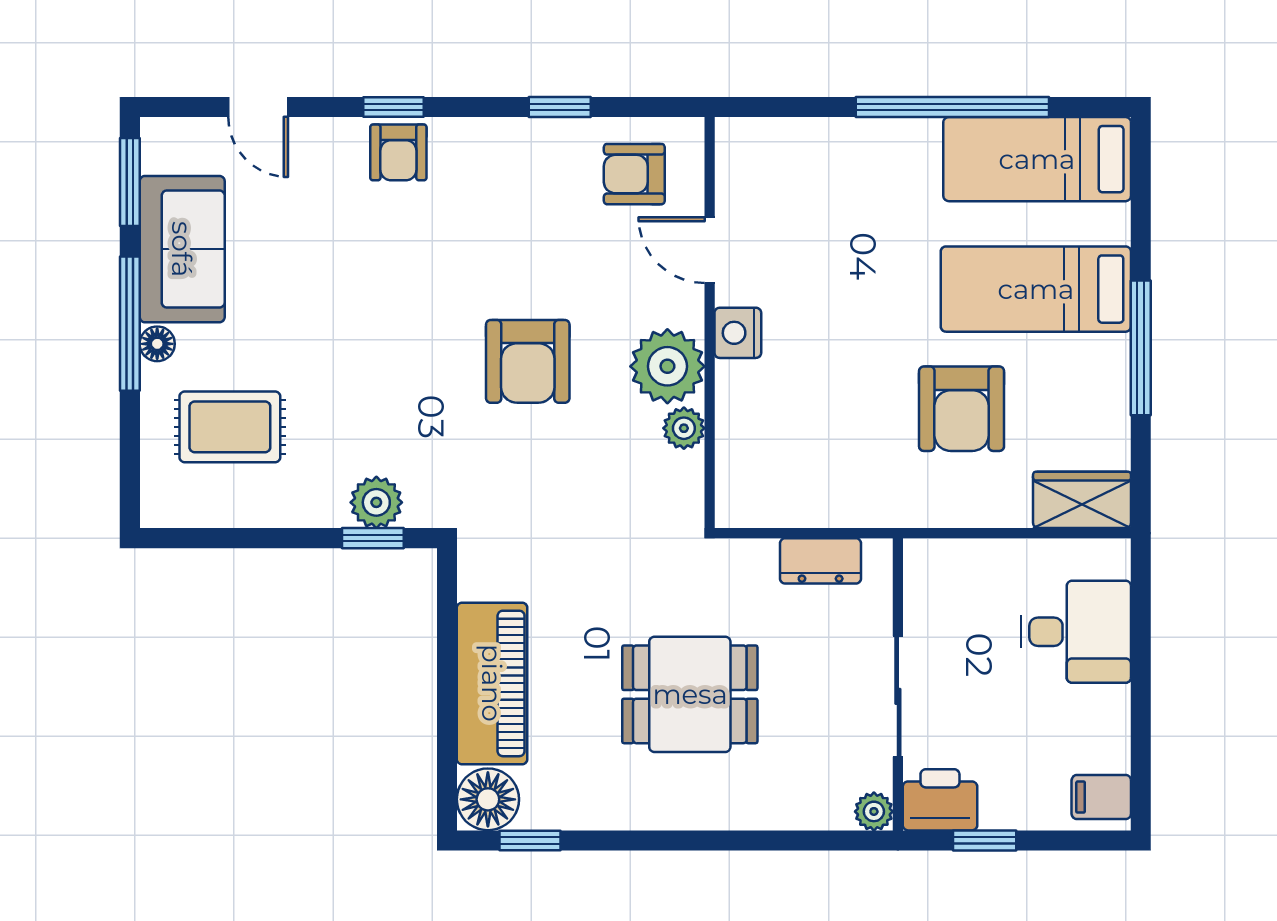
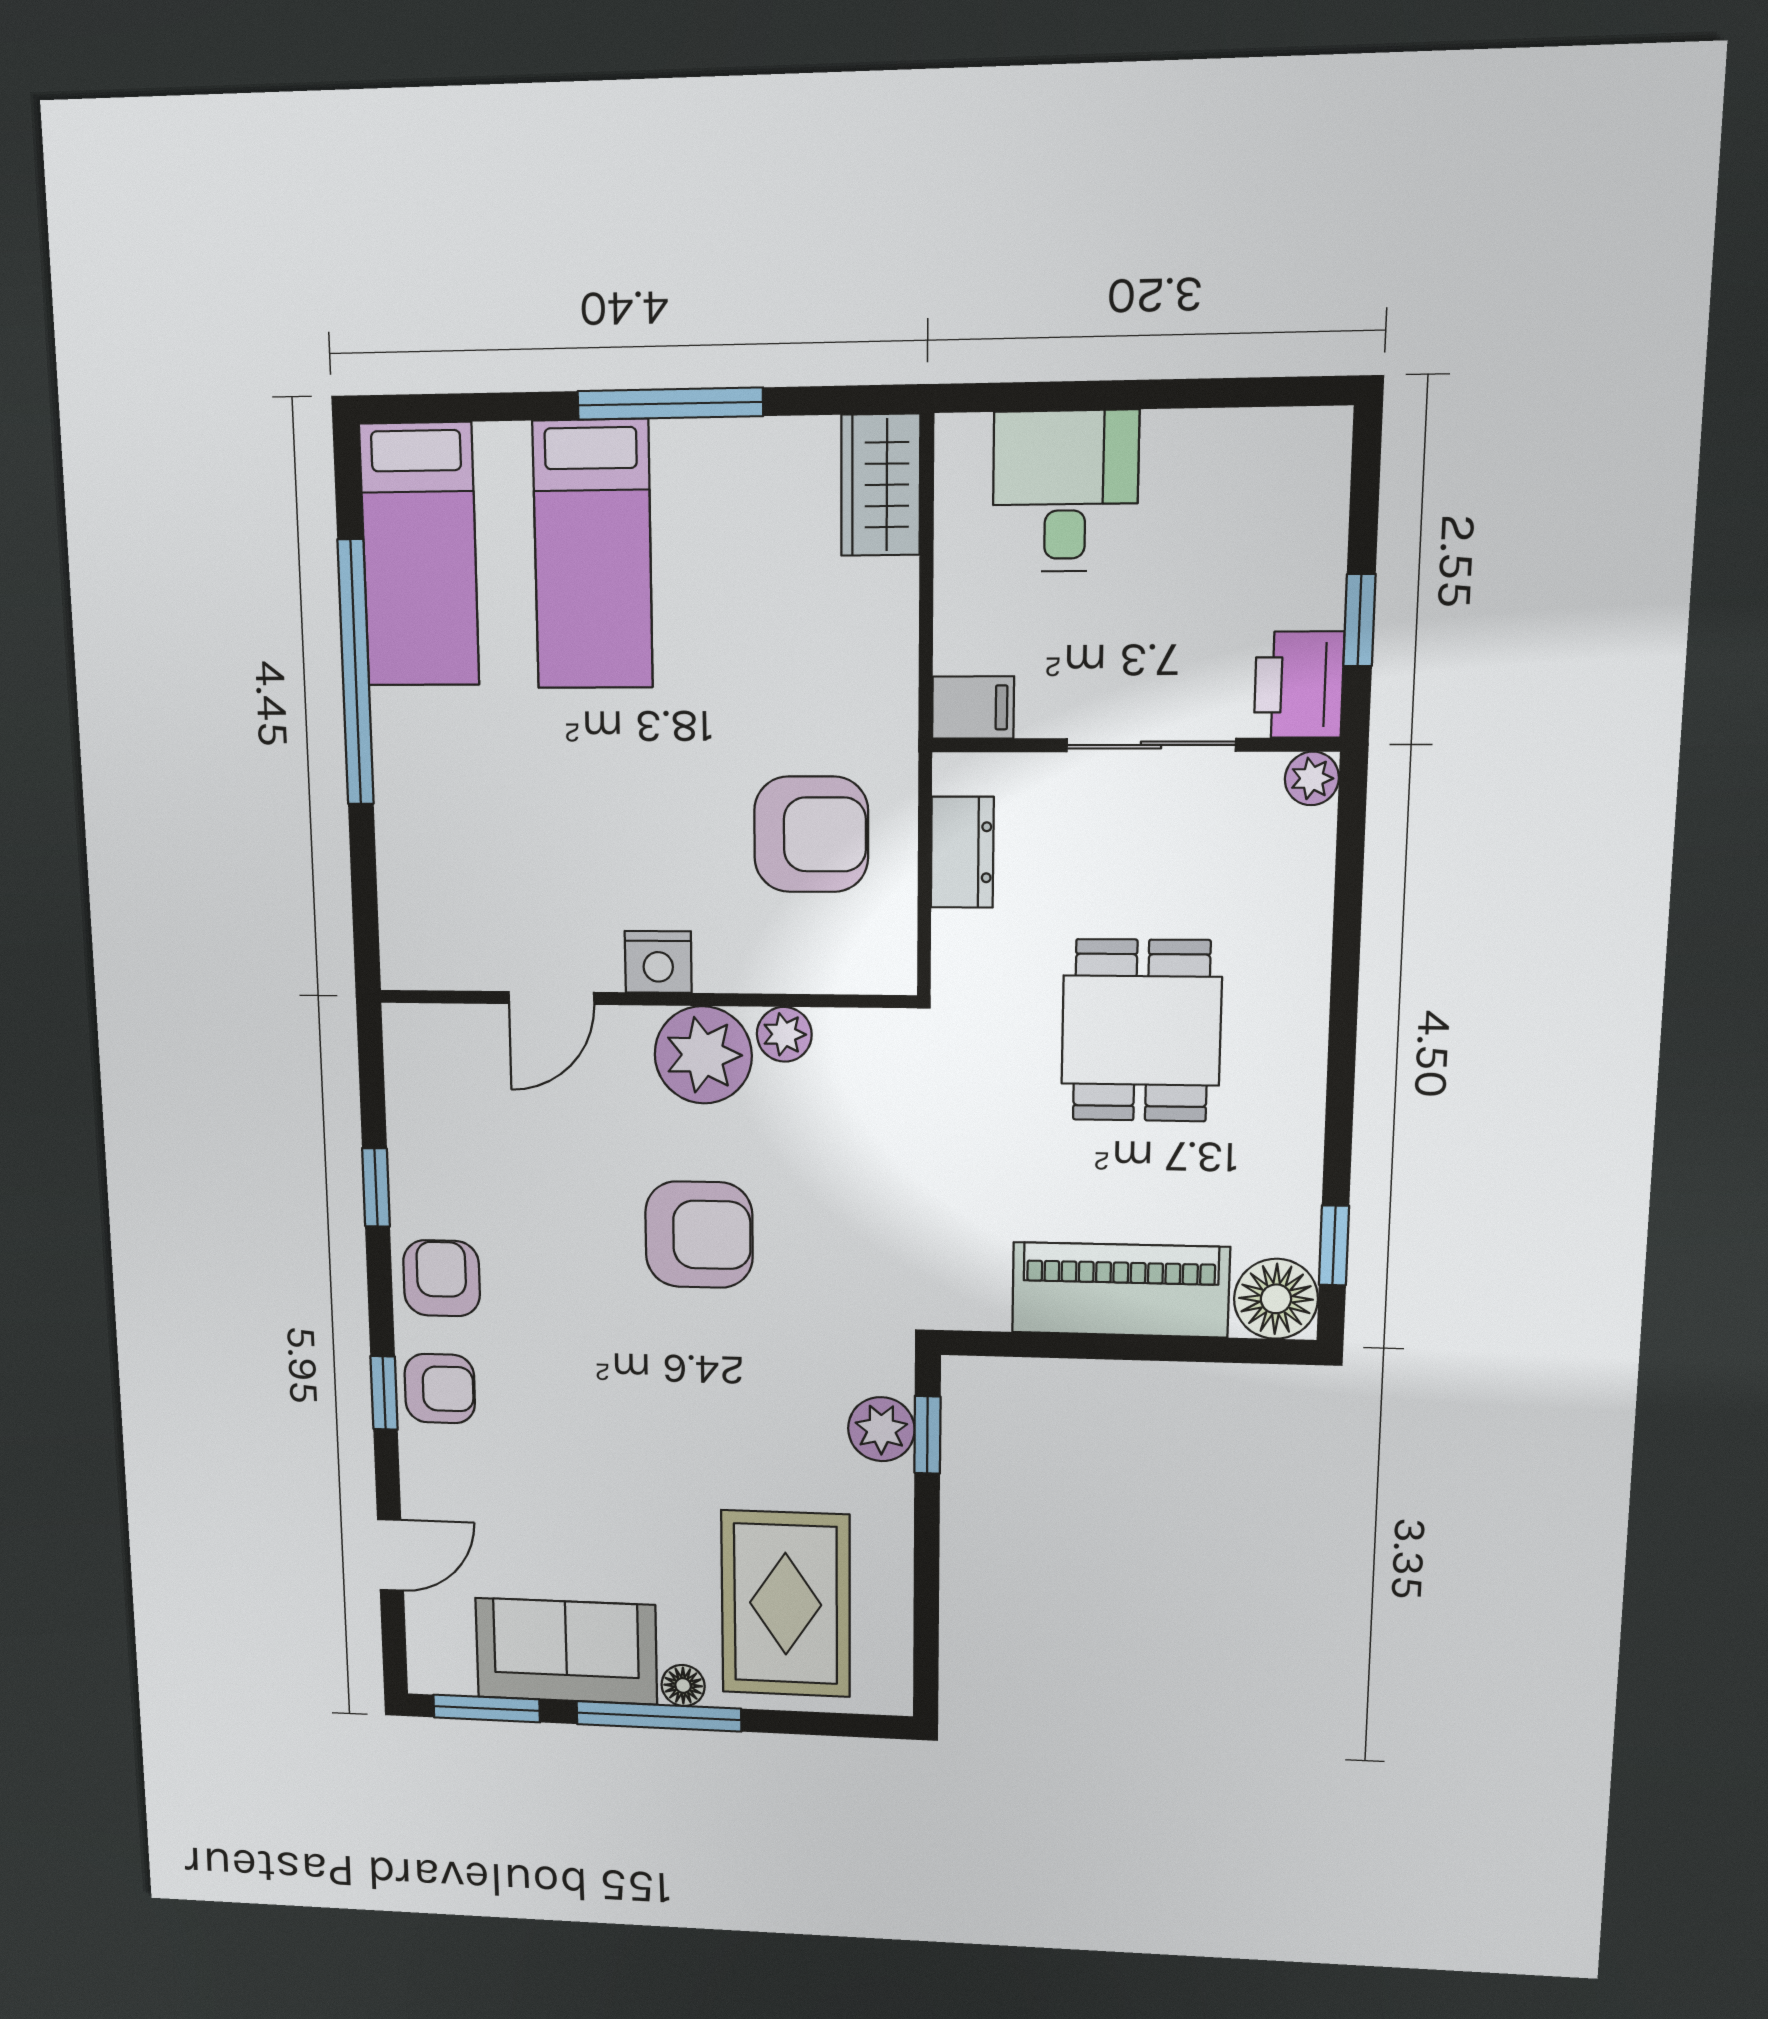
armchair: (634, 174) -> (441, 1278), moved, turned 180
armchair: (962, 409) -> (811, 834), moved
rug: (230, 427) -> (786, 1604), width x1.36, depth x1.43
filing cabinet: (1101, 797) -> (973, 708), moved, turned -90

